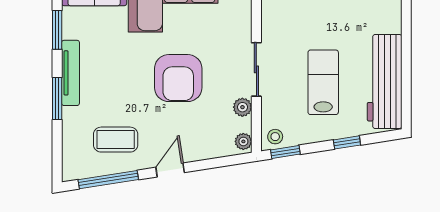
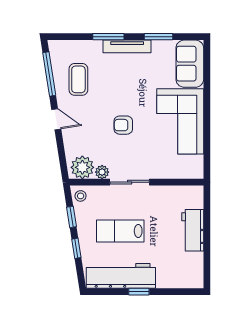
window: (406, 57) -> (139, 292), added
armchair: (178, 78) -> (123, 125), width x0.53, depth x0.53
lab bench: (323, 82) -> (120, 231), turned 180
plant: (243, 141) -> (82, 167), width x1.88, depth x1.88
window: (285, 152) -> (71, 217), moved

